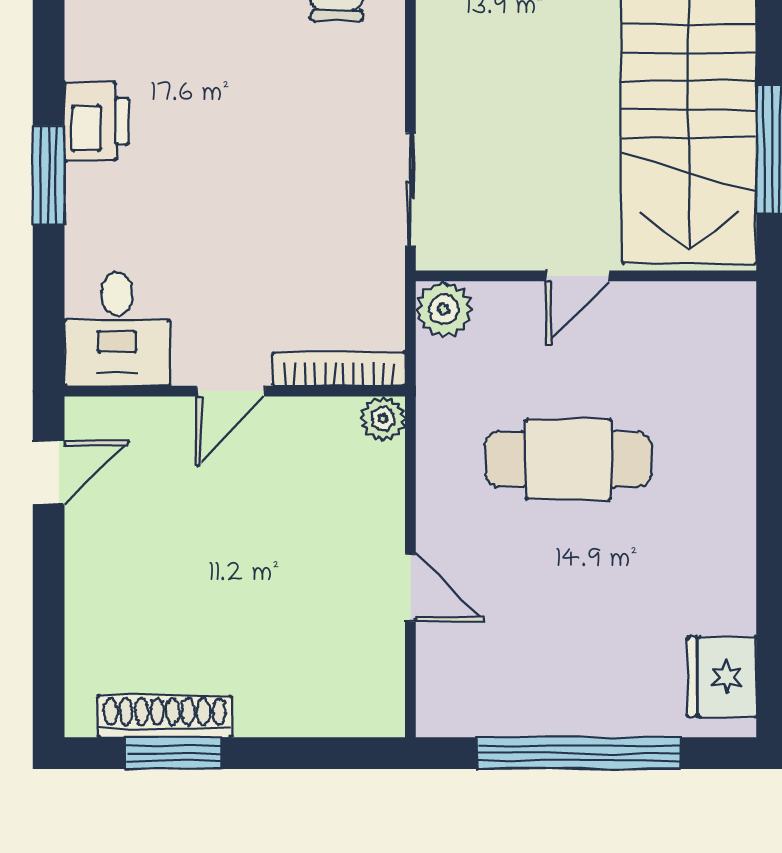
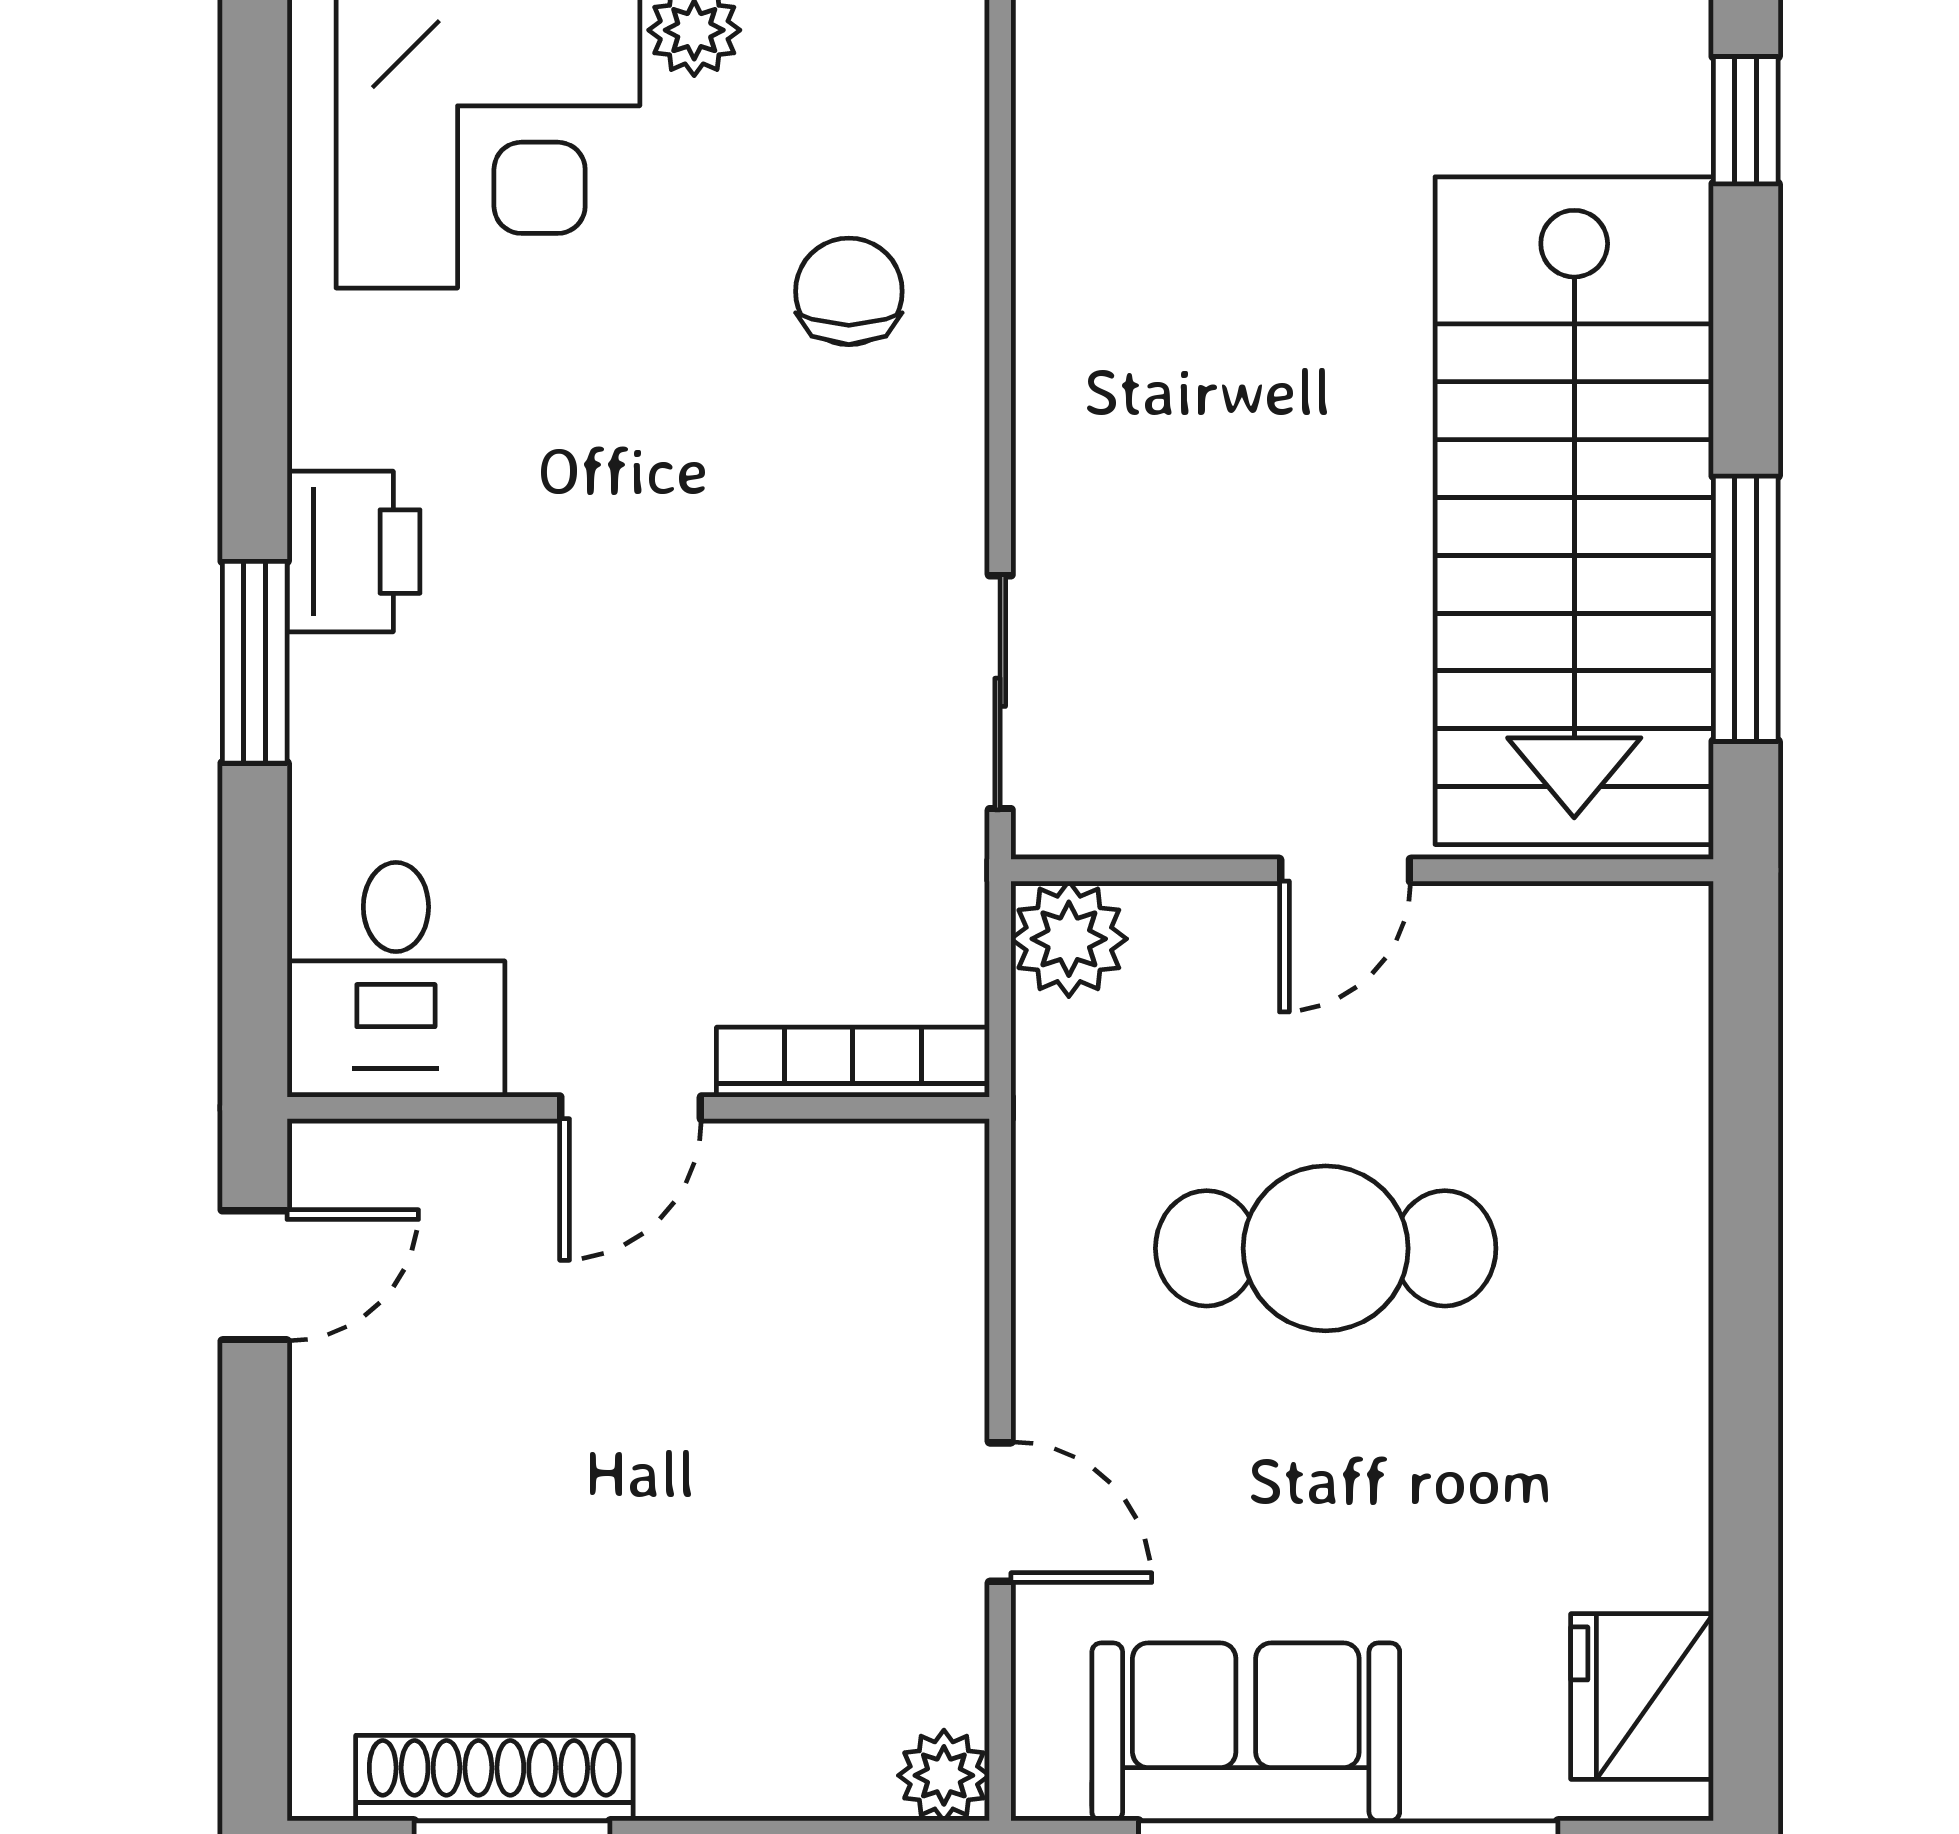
plant: (383, 419) -> (944, 1775), moved
sofa: (530, 694) -> (1246, 1732), added

